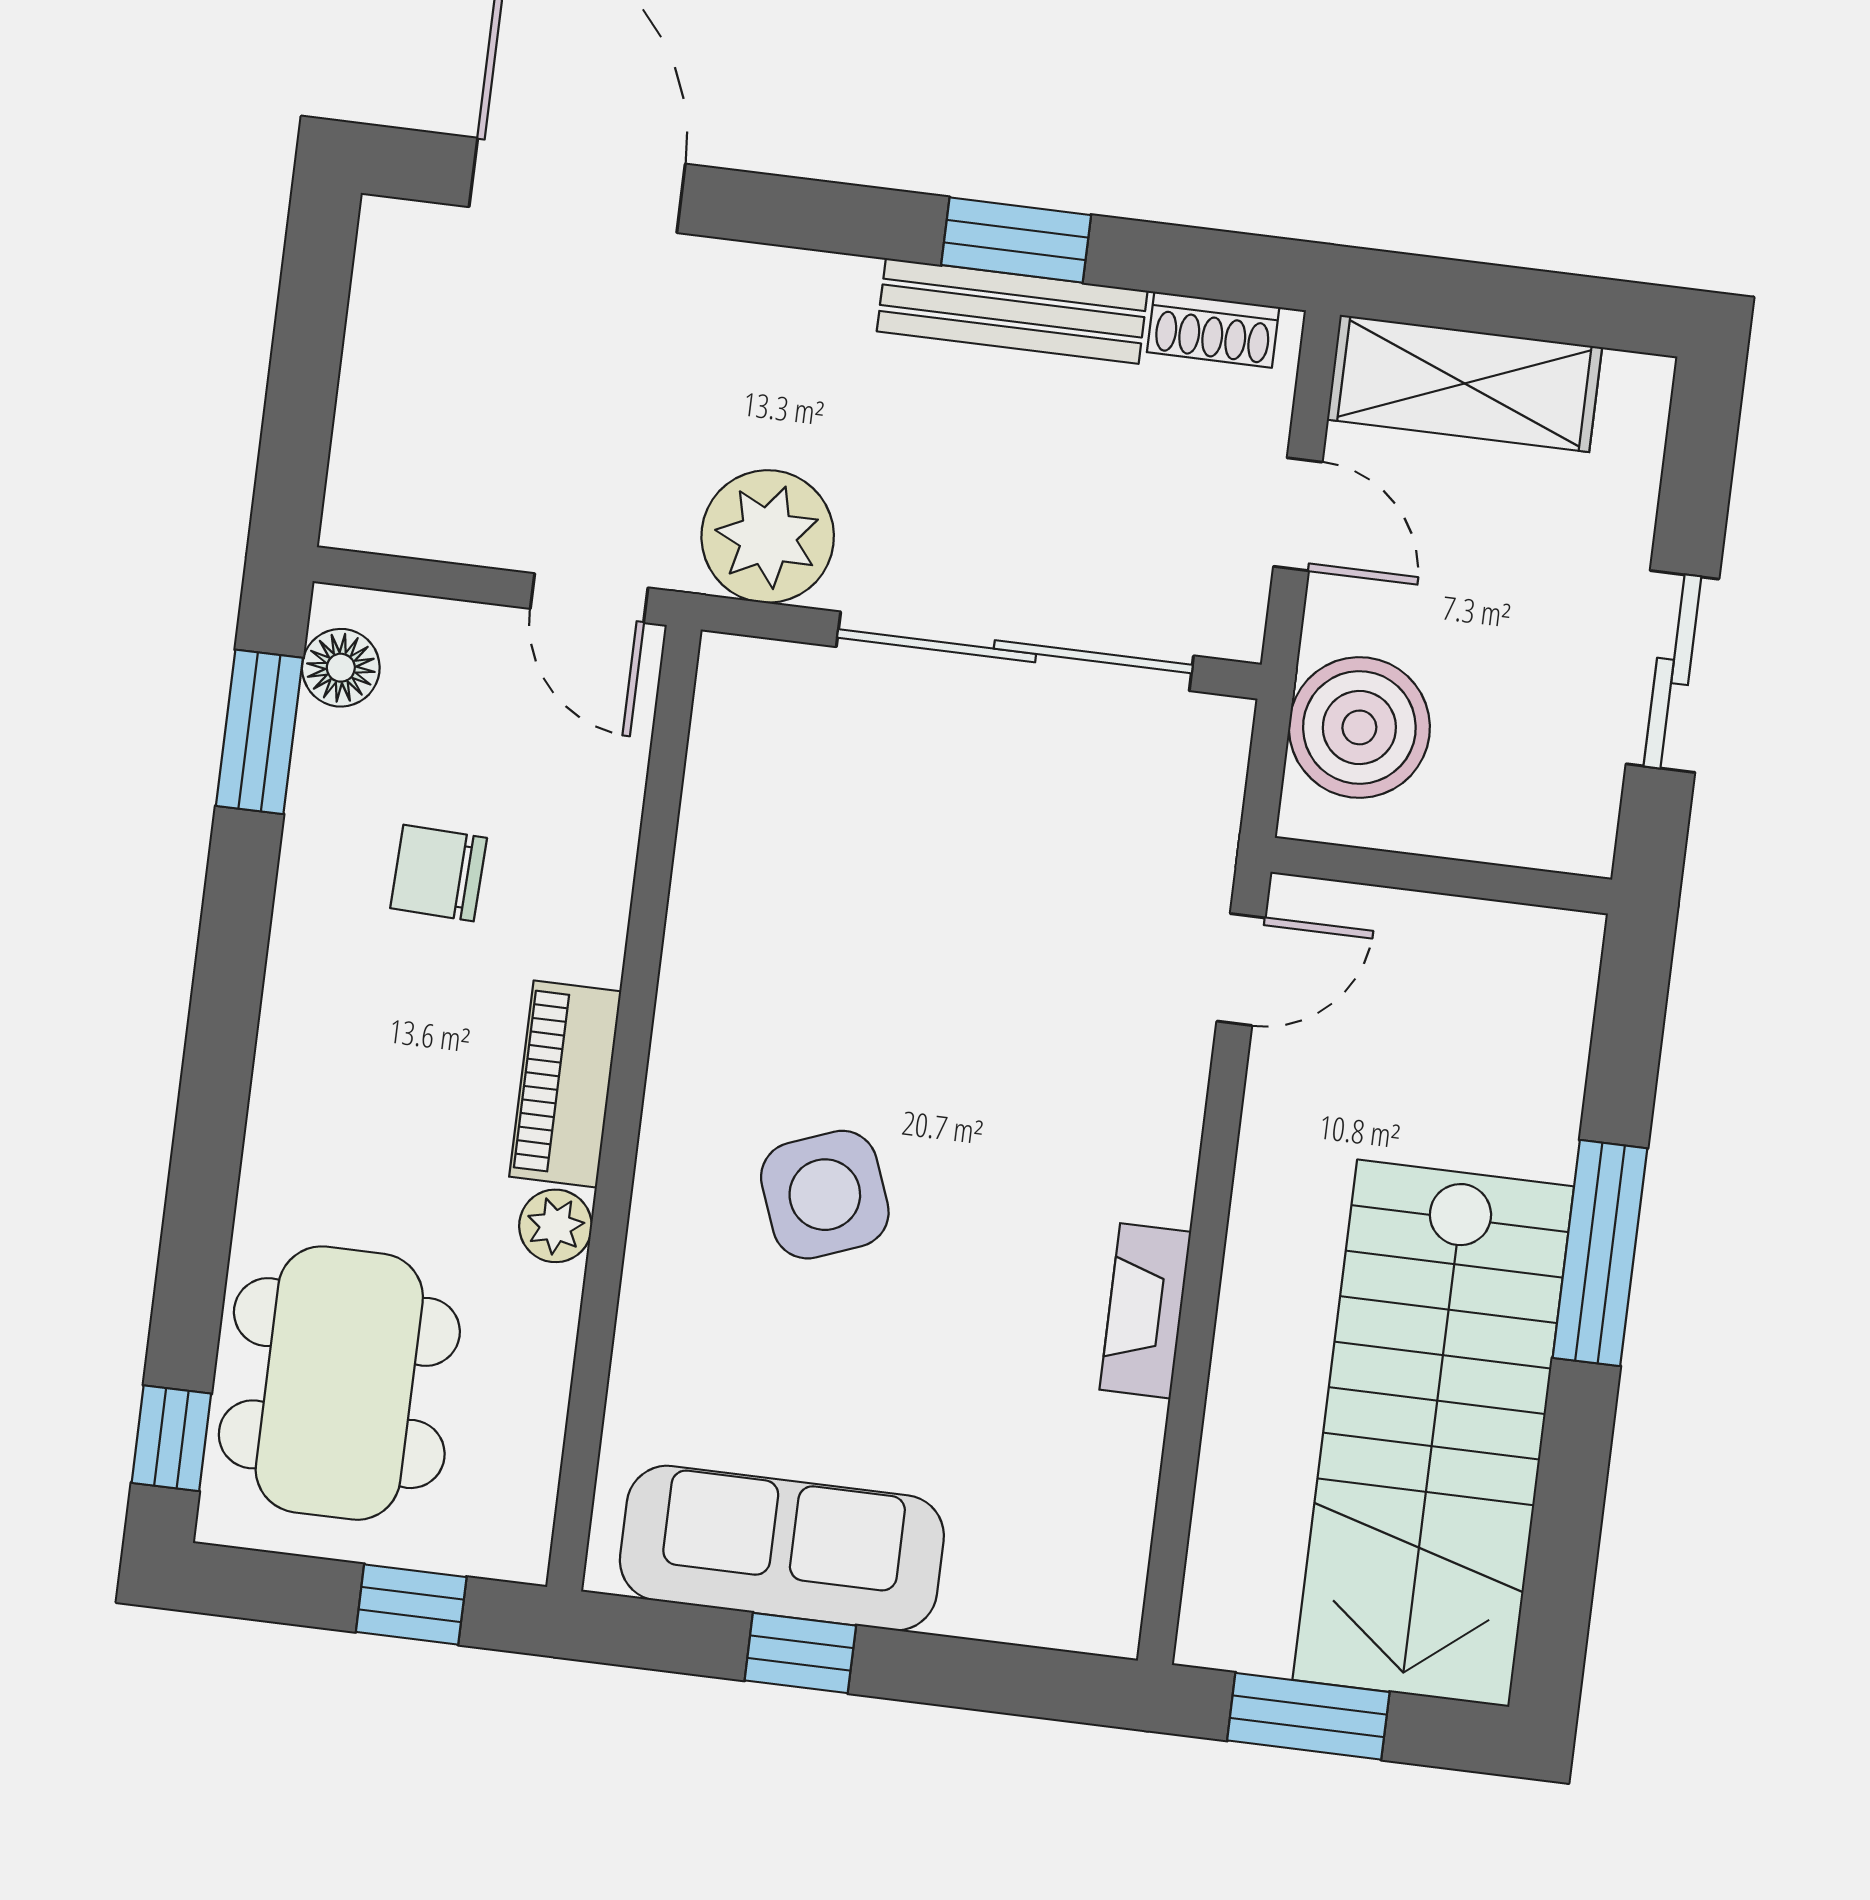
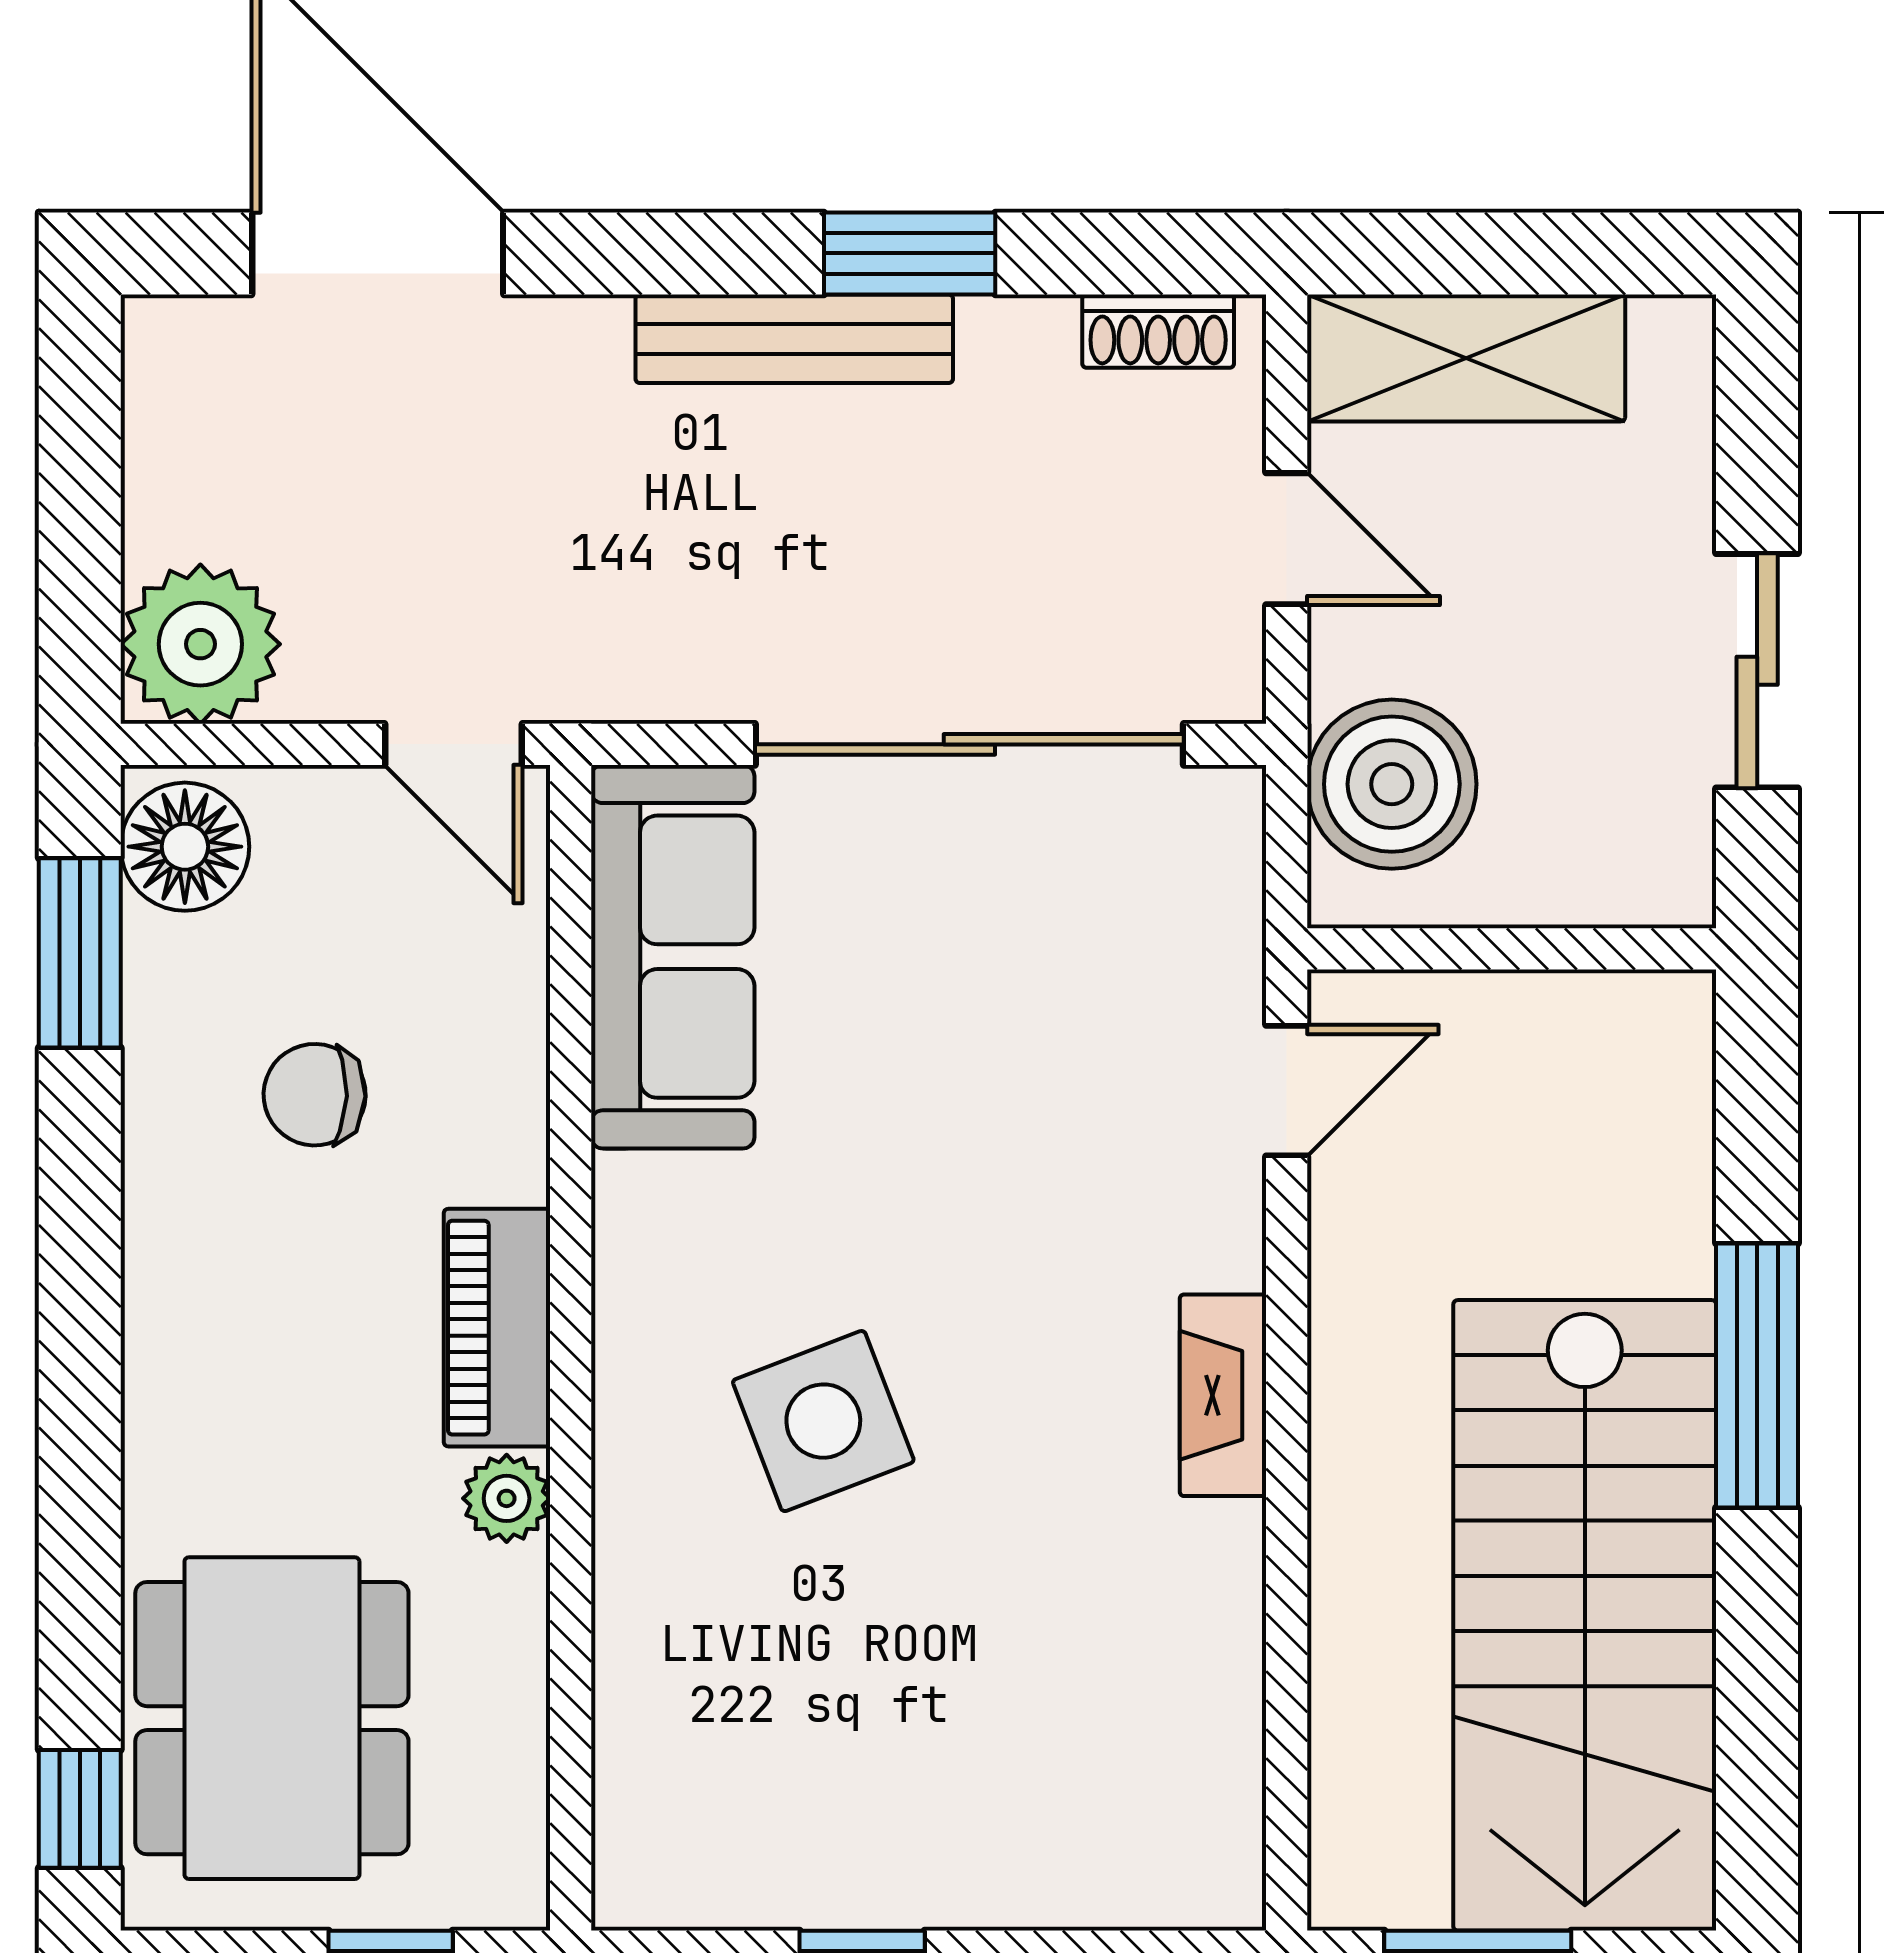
bench: (1012, 311) -> (794, 339), moved
plant: (768, 536) -> (200, 644), moved
floor lamp: (341, 668) -> (185, 847), width x1.38, depth x1.38
fireplace: (1145, 1311) -> (1223, 1395), moved
sofa: (782, 1548) -> (673, 957), moved, turned 90

